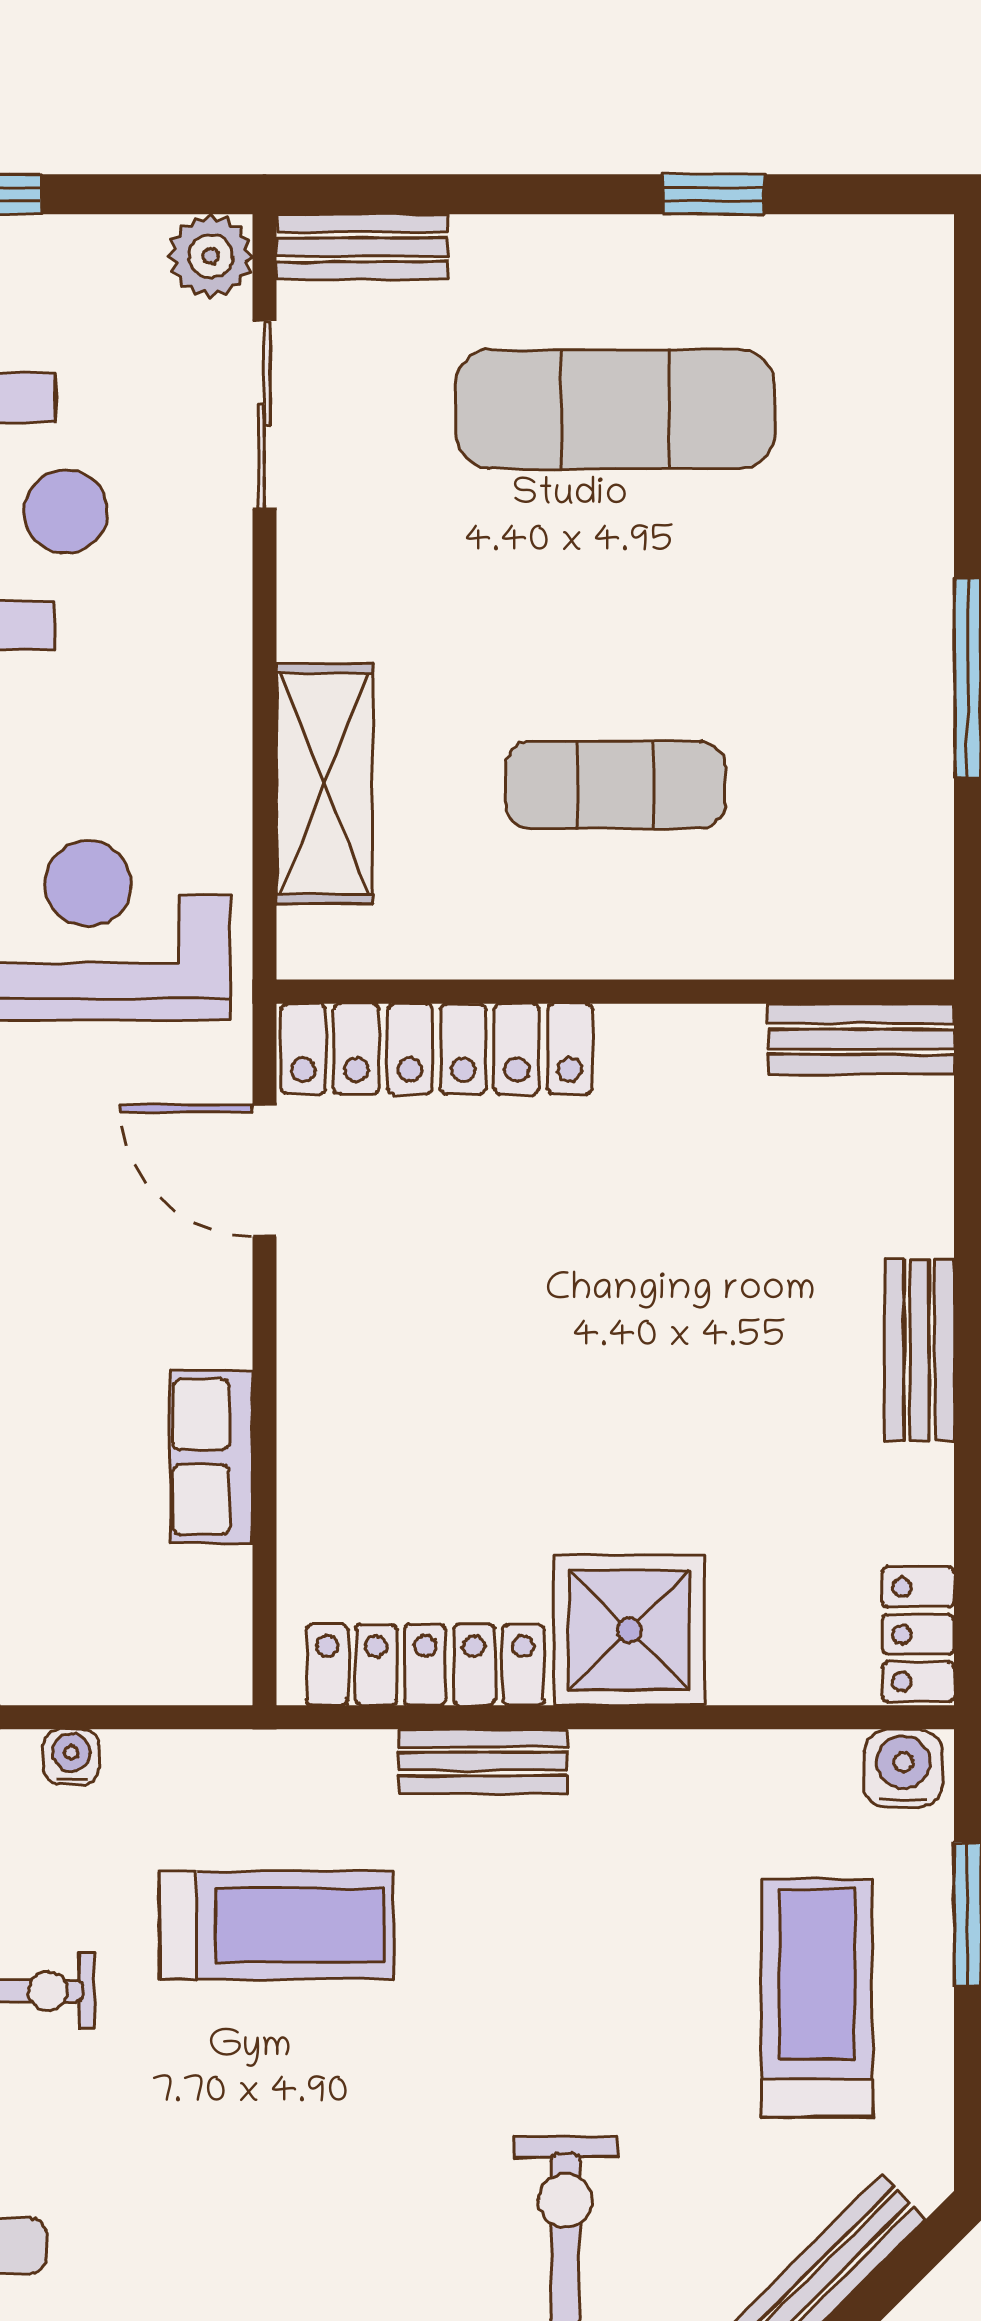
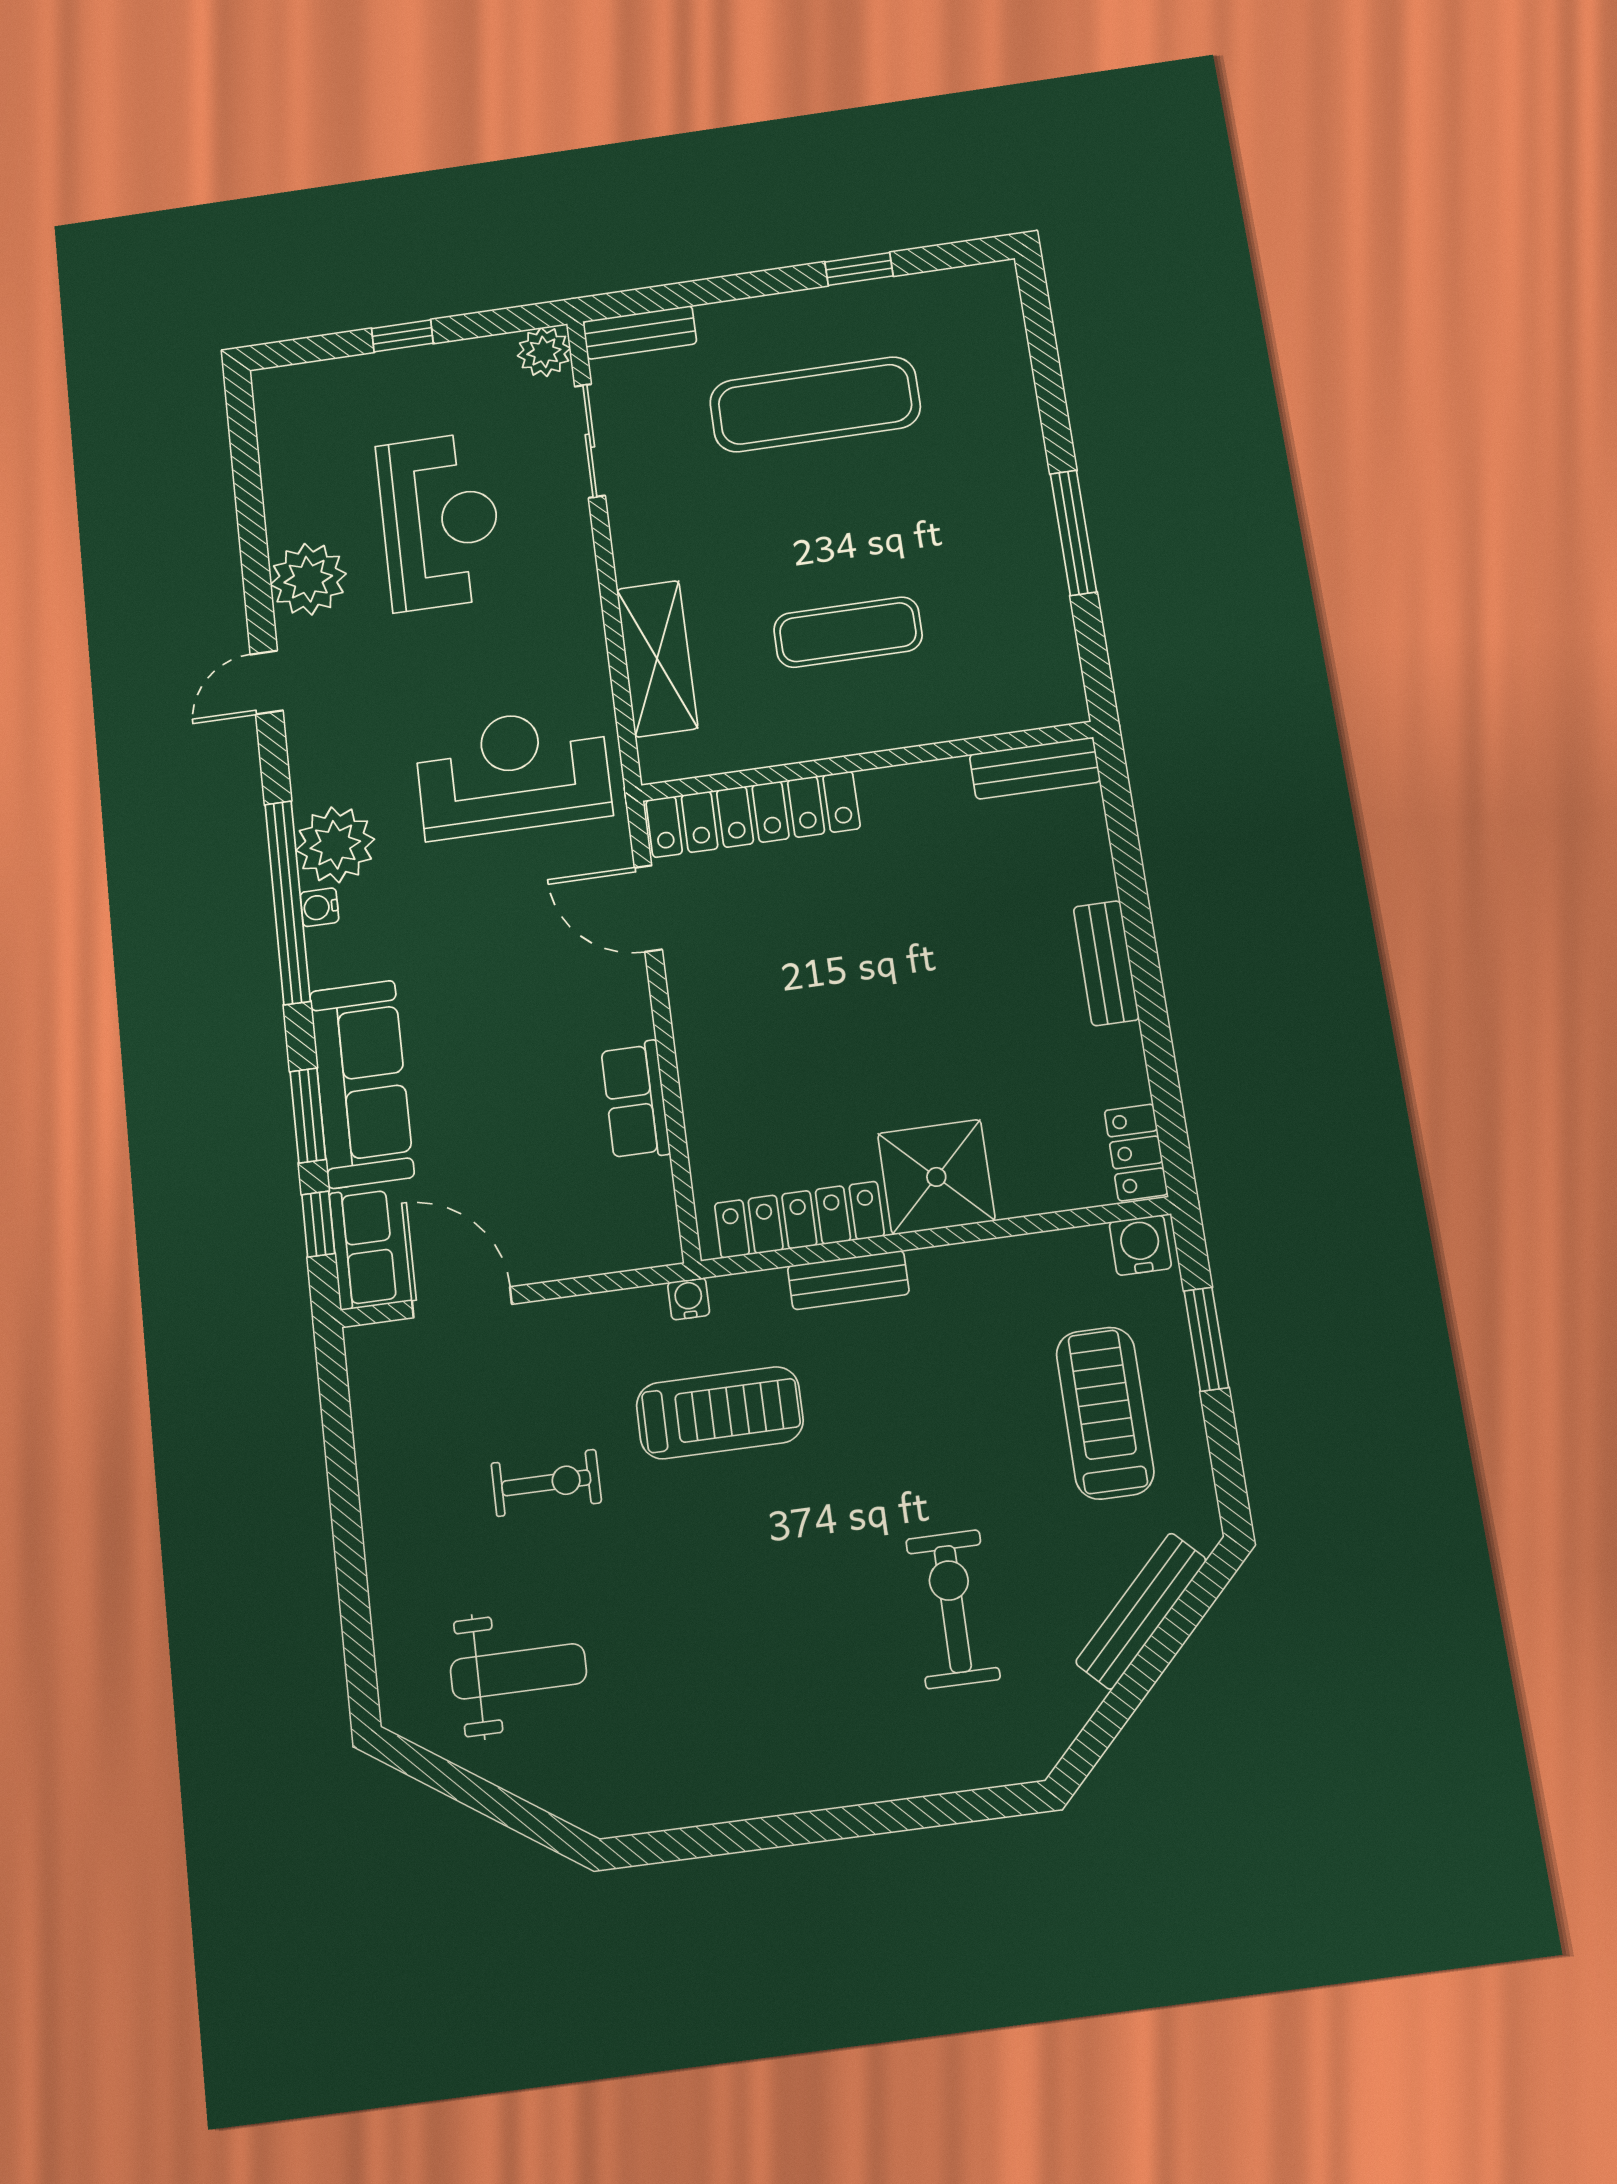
water cooler: (71, 1757) -> (689, 1299), moved

